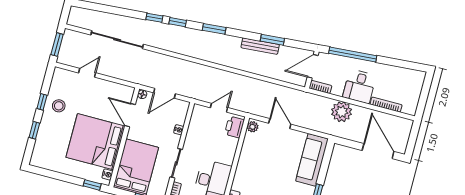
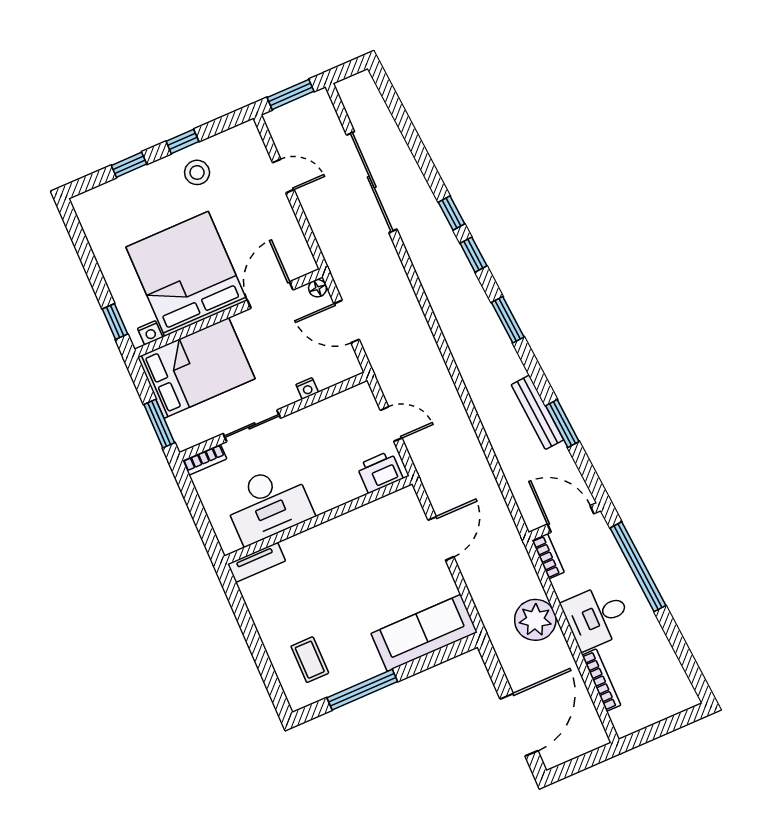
plant: (253, 127) -> (403, 500), removed

